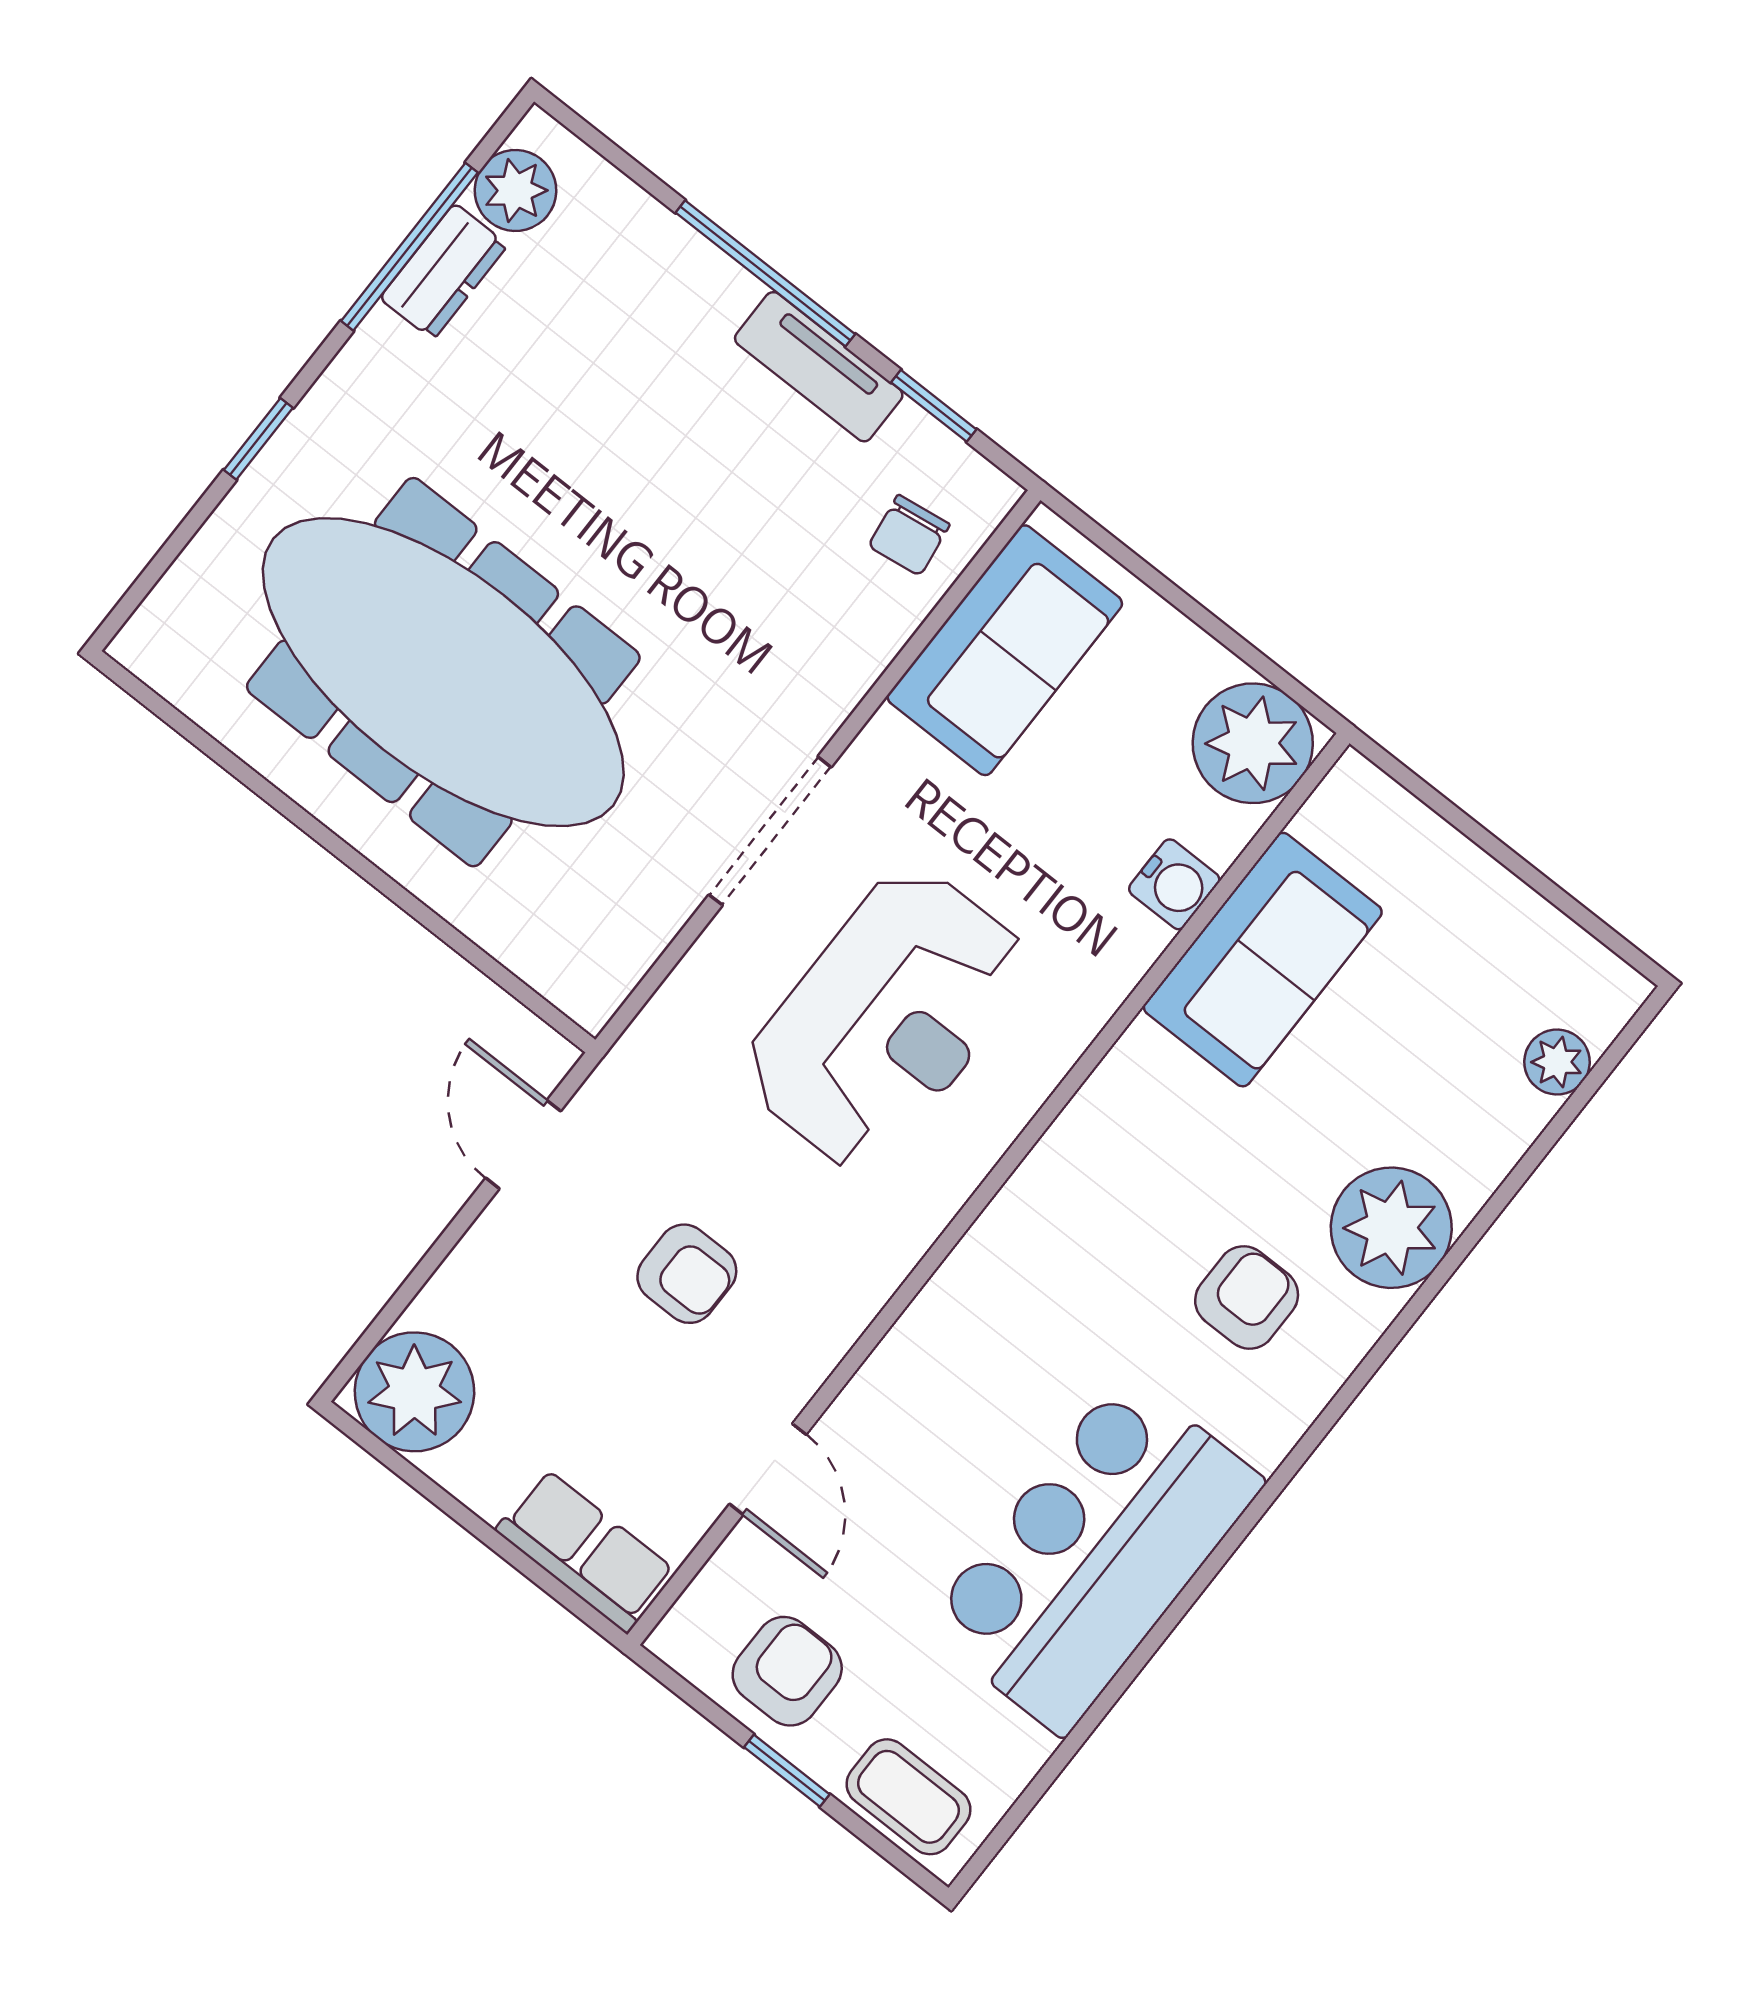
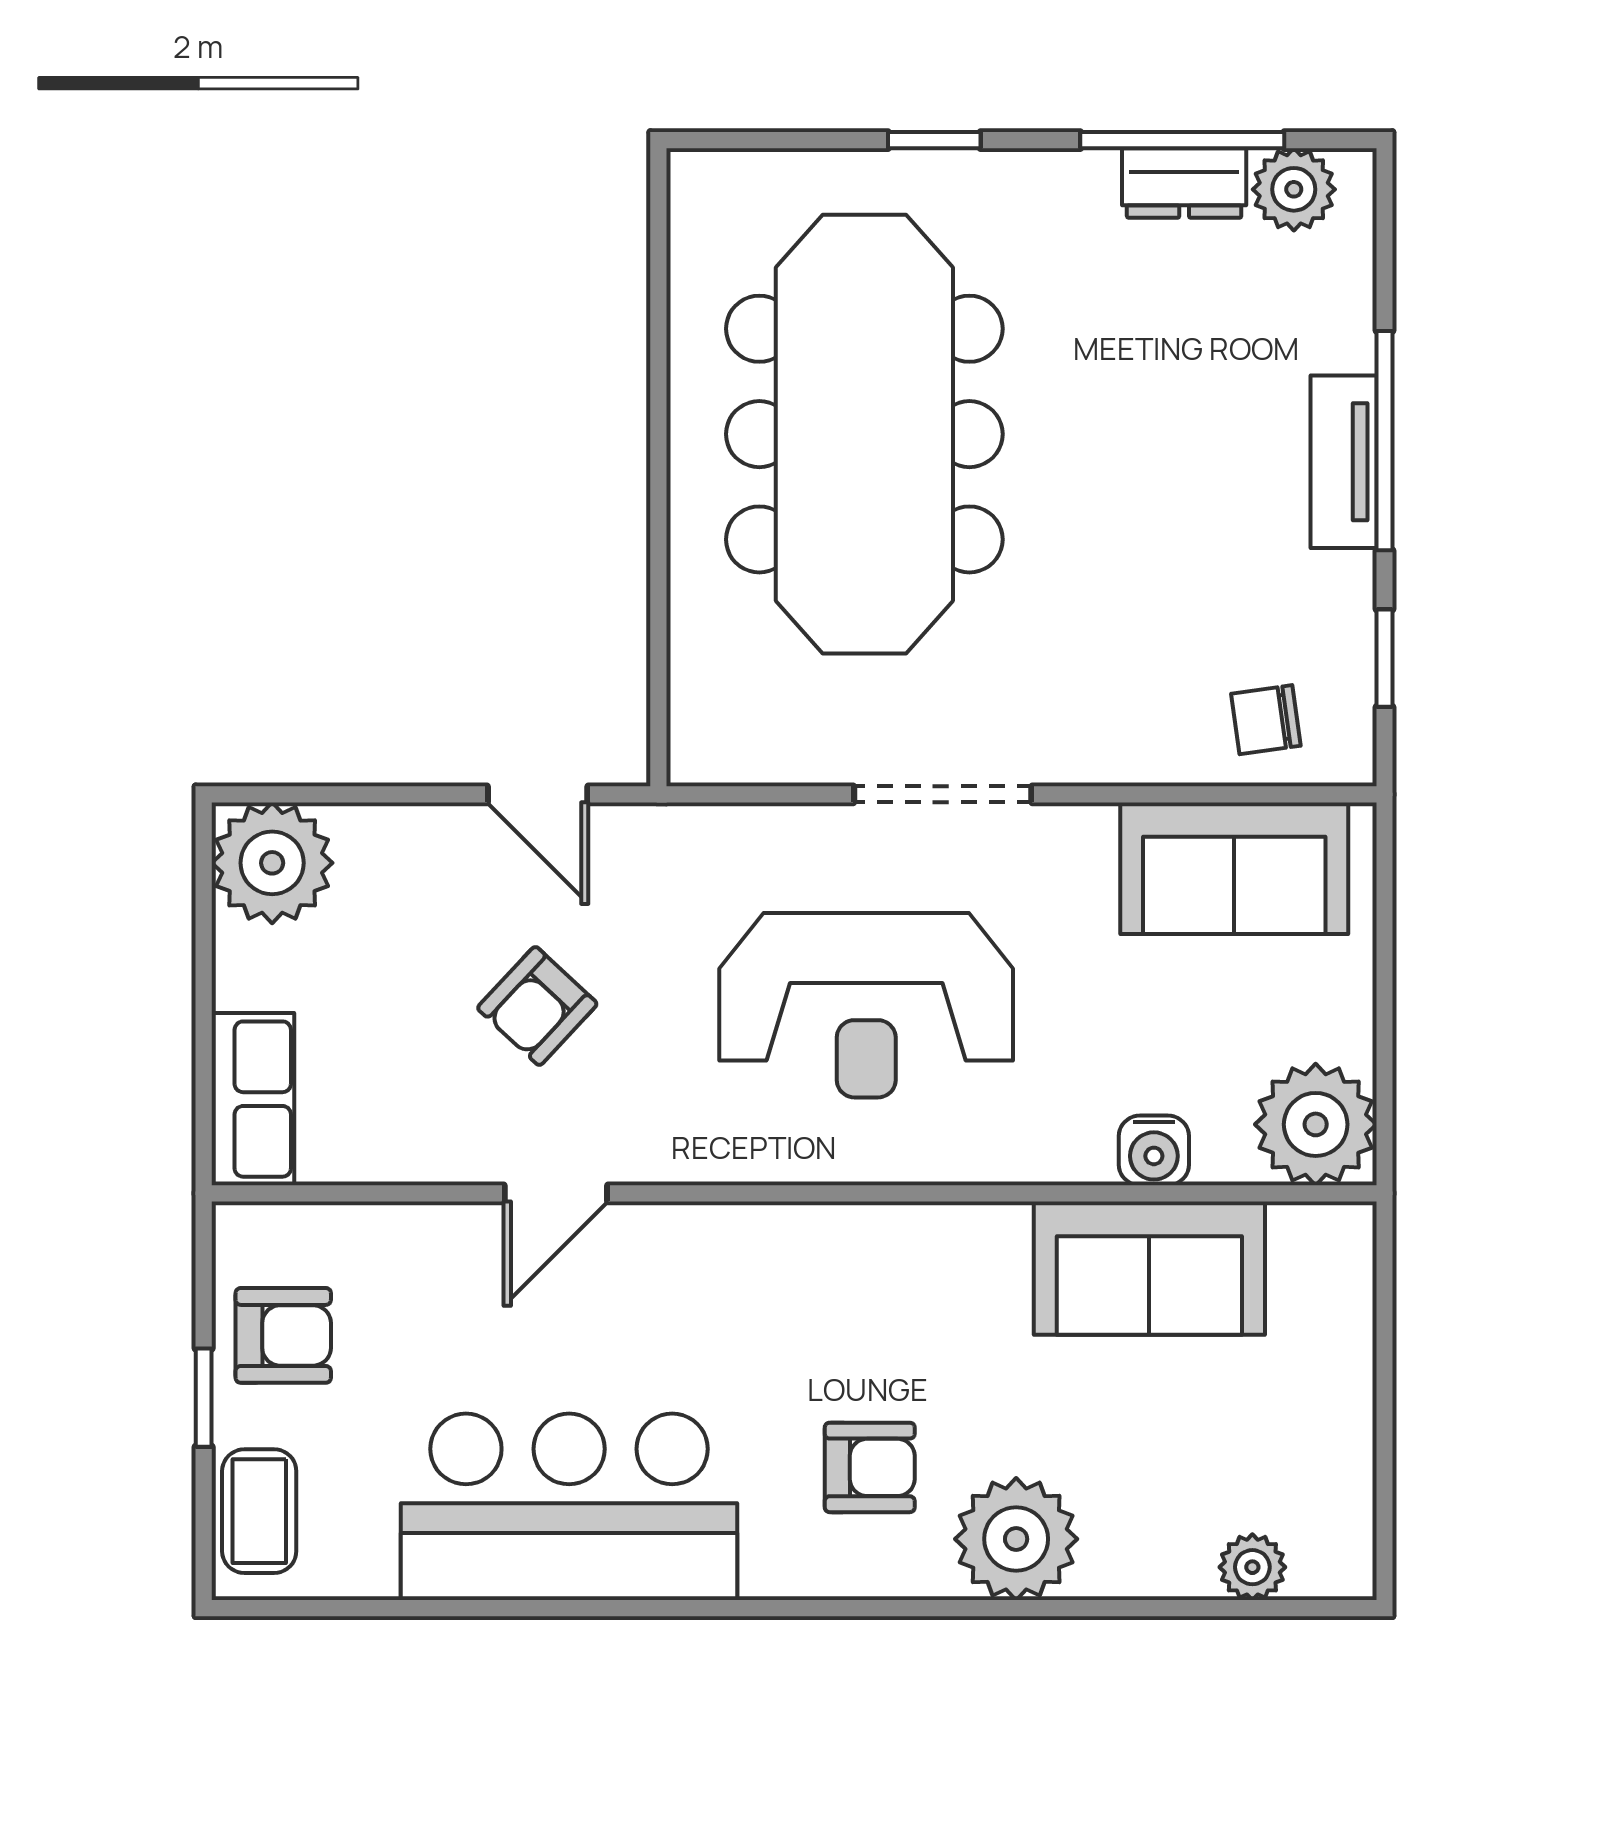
tv unit: (819, 367) -> (1344, 462), moved
door: (523, 1145) -> (538, 794), swing flipped
armchair: (687, 1274) -> (537, 1006), turned 43
door: (768, 1469) -> (556, 1193), moved

